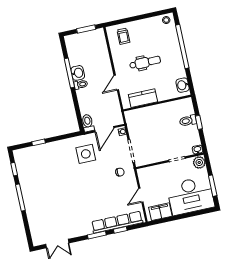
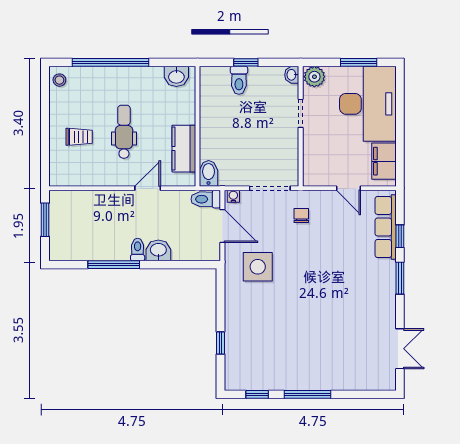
trolley: (123, 36) -> (79, 137), moved
washbasin: (78, 73) -> (158, 250), moved
door: (116, 83) -> (148, 188), swing flipped
bidet: (132, 115) -> (209, 173), added
toilet: (88, 123) -> (206, 199), moved
row of seats: (117, 222) -> (386, 227), width x0.73

